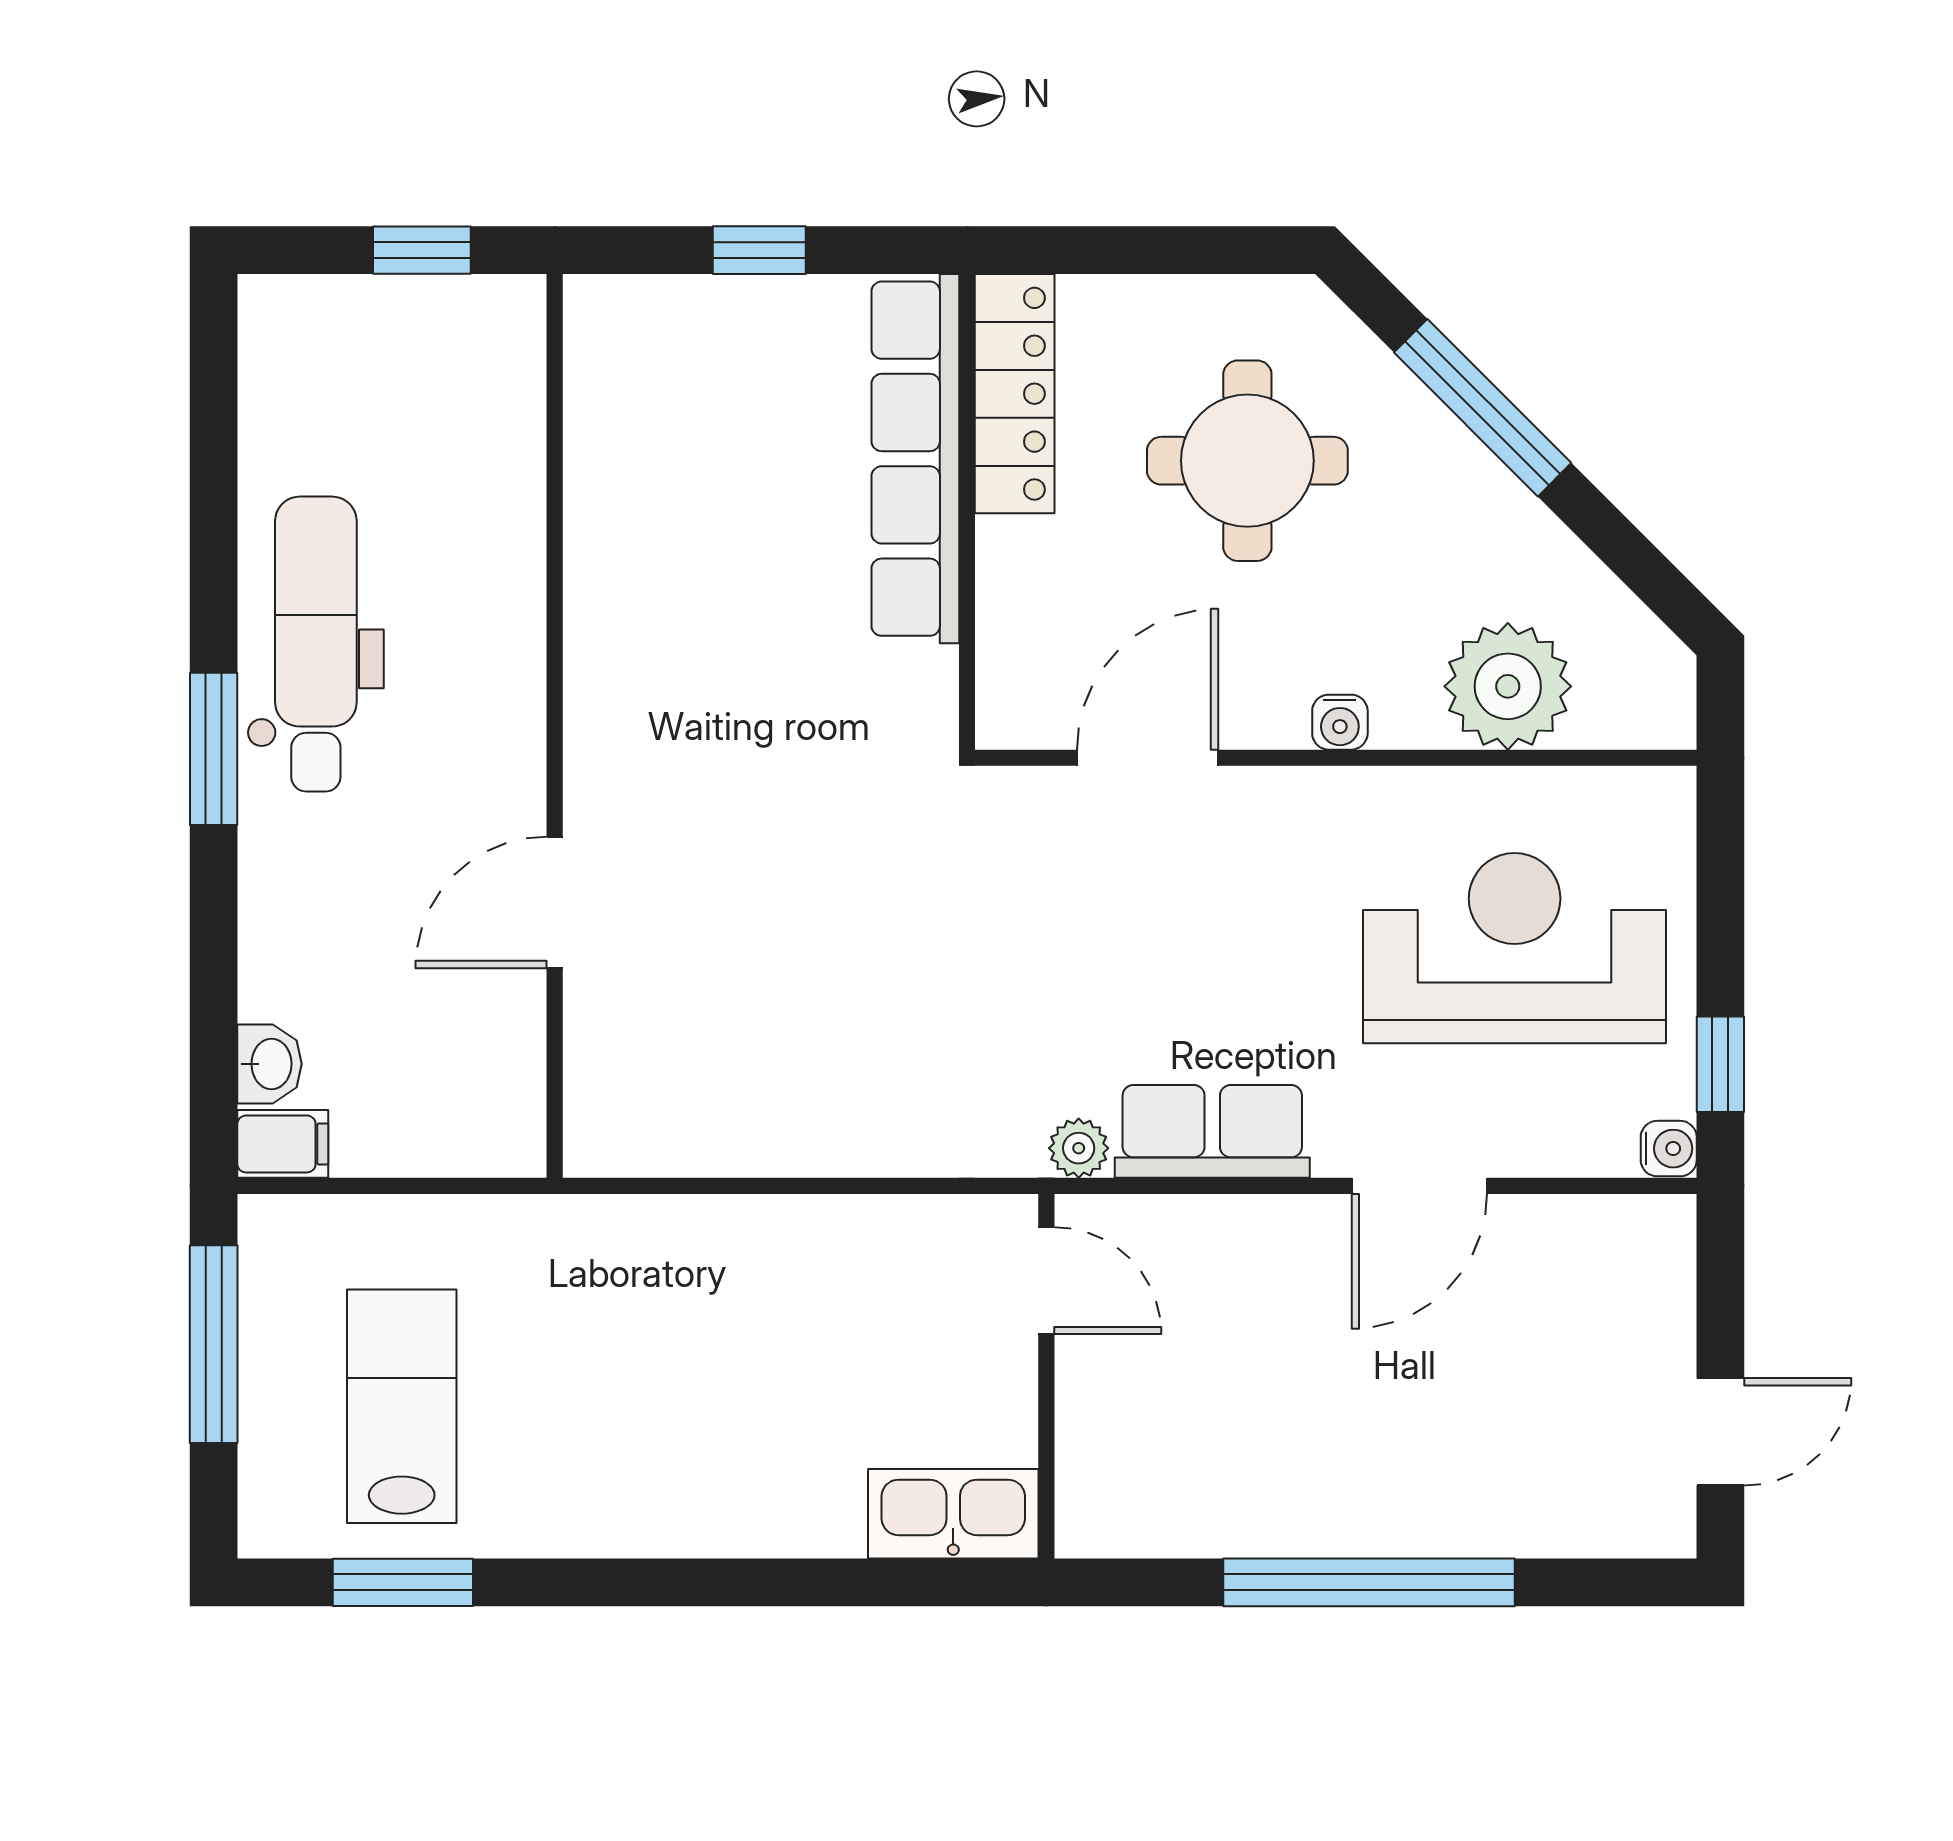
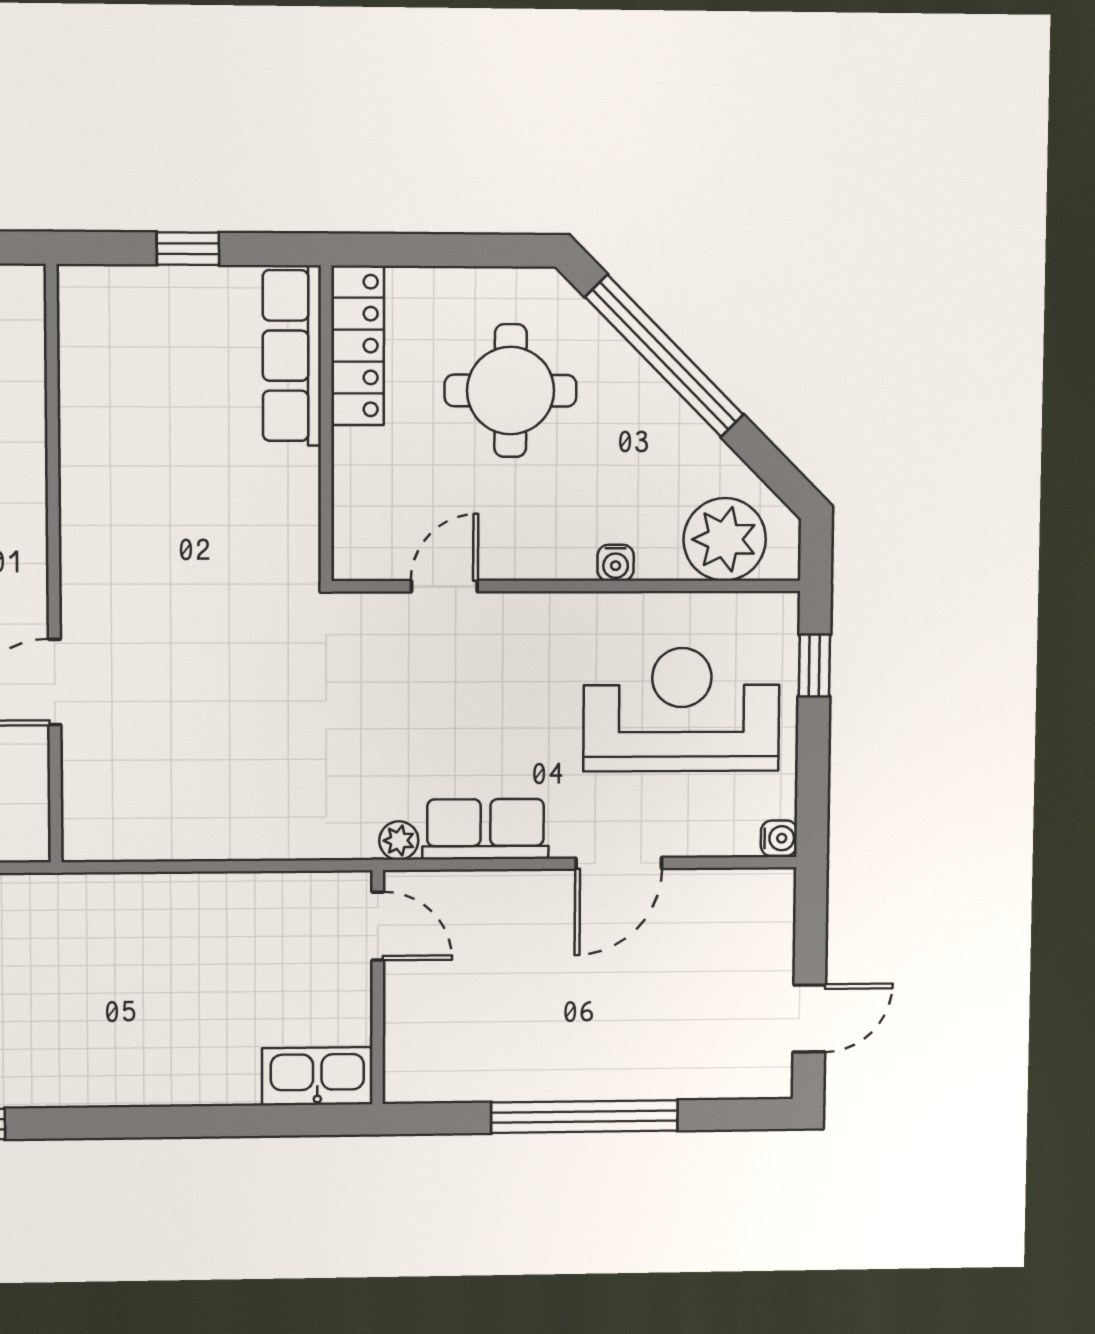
window: (1483, 408) -> (664, 356), width x1.46
row of seats: (915, 459) -> (292, 356), width x0.73
plant: (1508, 686) -> (725, 539), moved
water cooler: (1340, 722) -> (616, 563), moved
door: (1148, 758) -> (444, 586), width x0.73
window: (1720, 1064) -> (814, 666), moved

